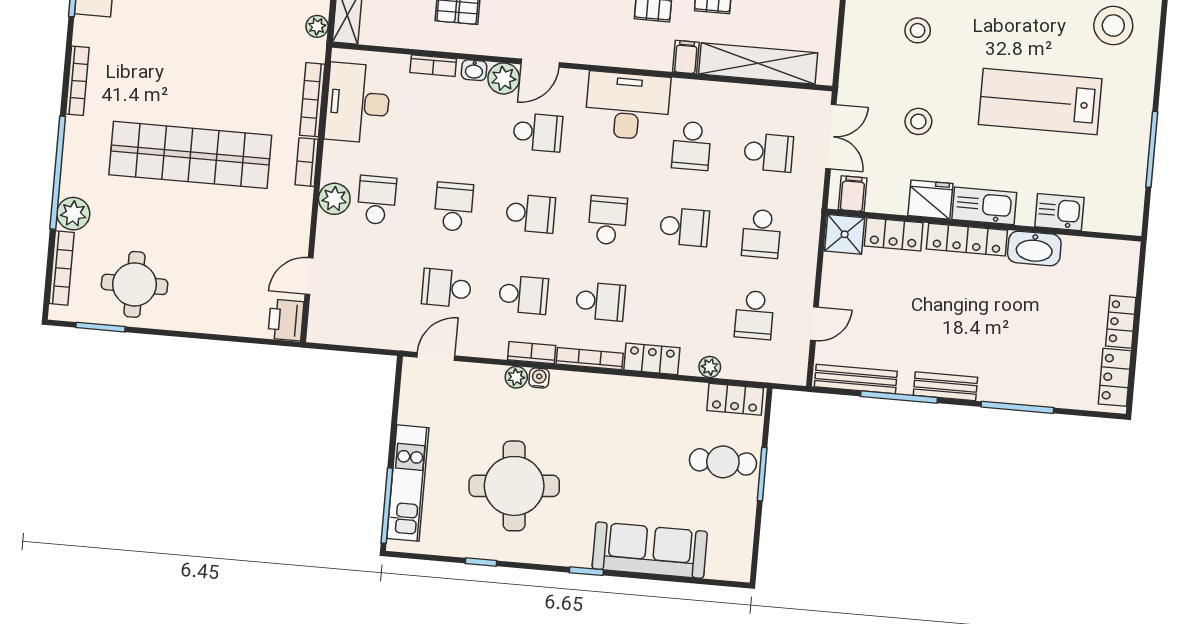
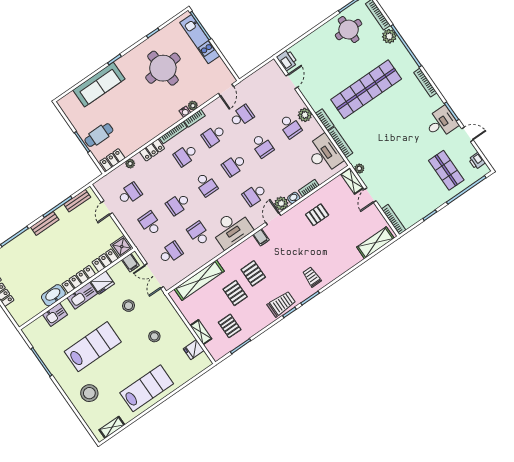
filing cabinet: (686, 57) -> (261, 237), moved
school desk: (768, 153) -> (171, 253), turned 180
school desk: (754, 315) -> (130, 194), turned 90
bench: (856, 379) -> (77, 201), width x0.73

